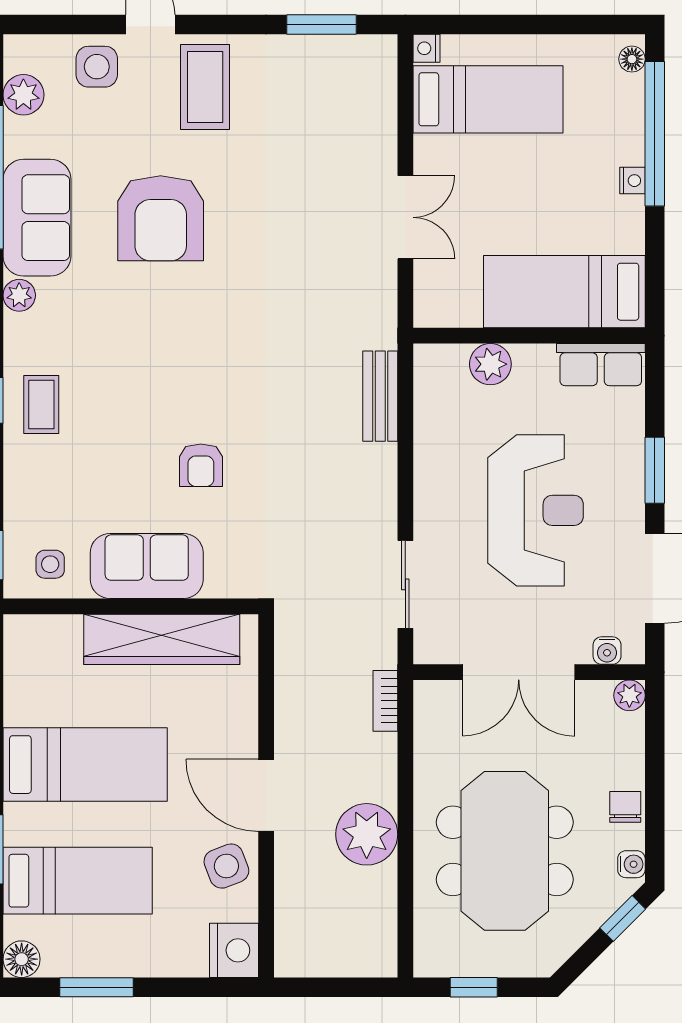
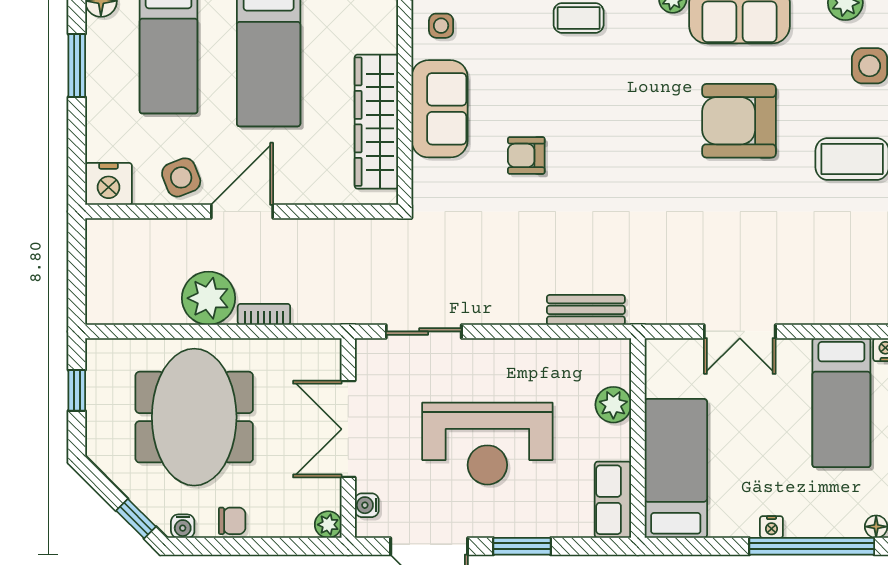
bookcase: (385, 701) -> (264, 314), moved
meeting table: (505, 851) -> (194, 417), turned 90

